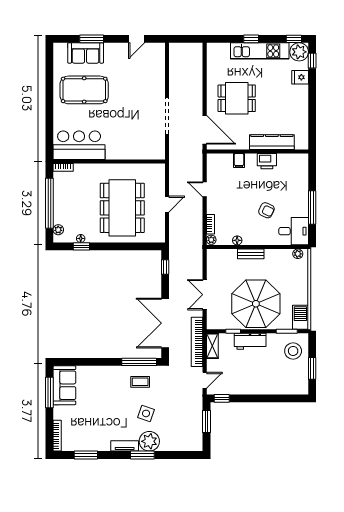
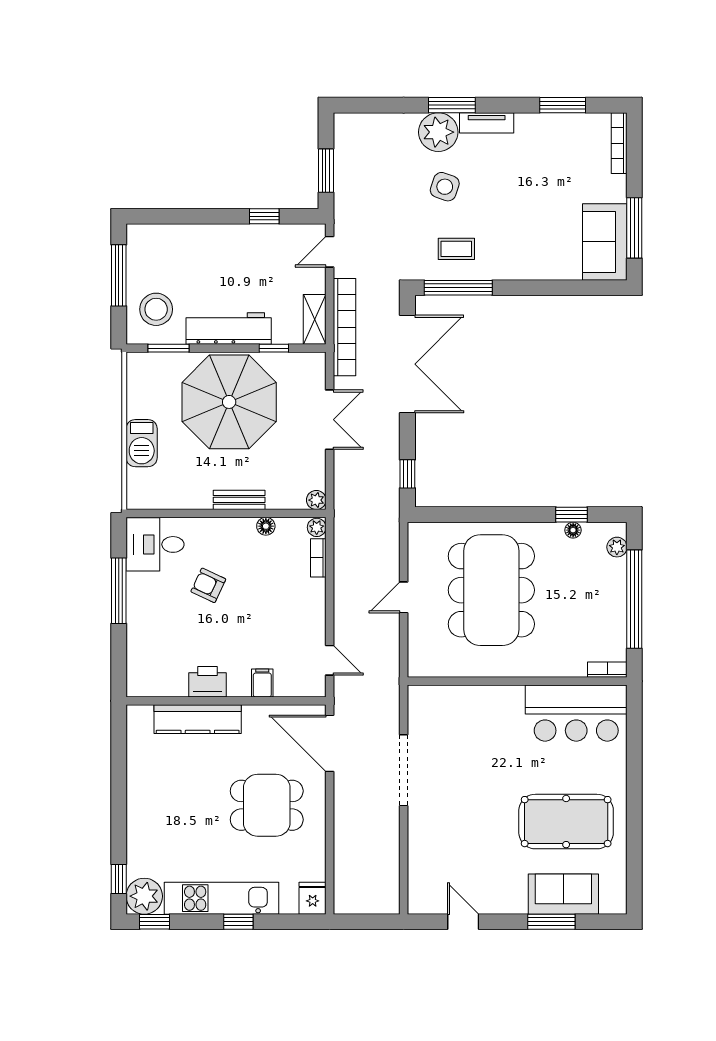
door: (137, 39) -> (463, 922), hinge flipped
fridge: (300, 77) -> (313, 898), moved, turned -90
door: (205, 189) -> (330, 660), moved
plant: (298, 254) -> (316, 500), moved
barbecue: (300, 317) -> (142, 443), moved
workbench: (250, 341) -> (229, 328), width x1.38
window: (312, 368) -> (119, 275), width x1.44
window: (222, 398) -> (264, 216), moved

